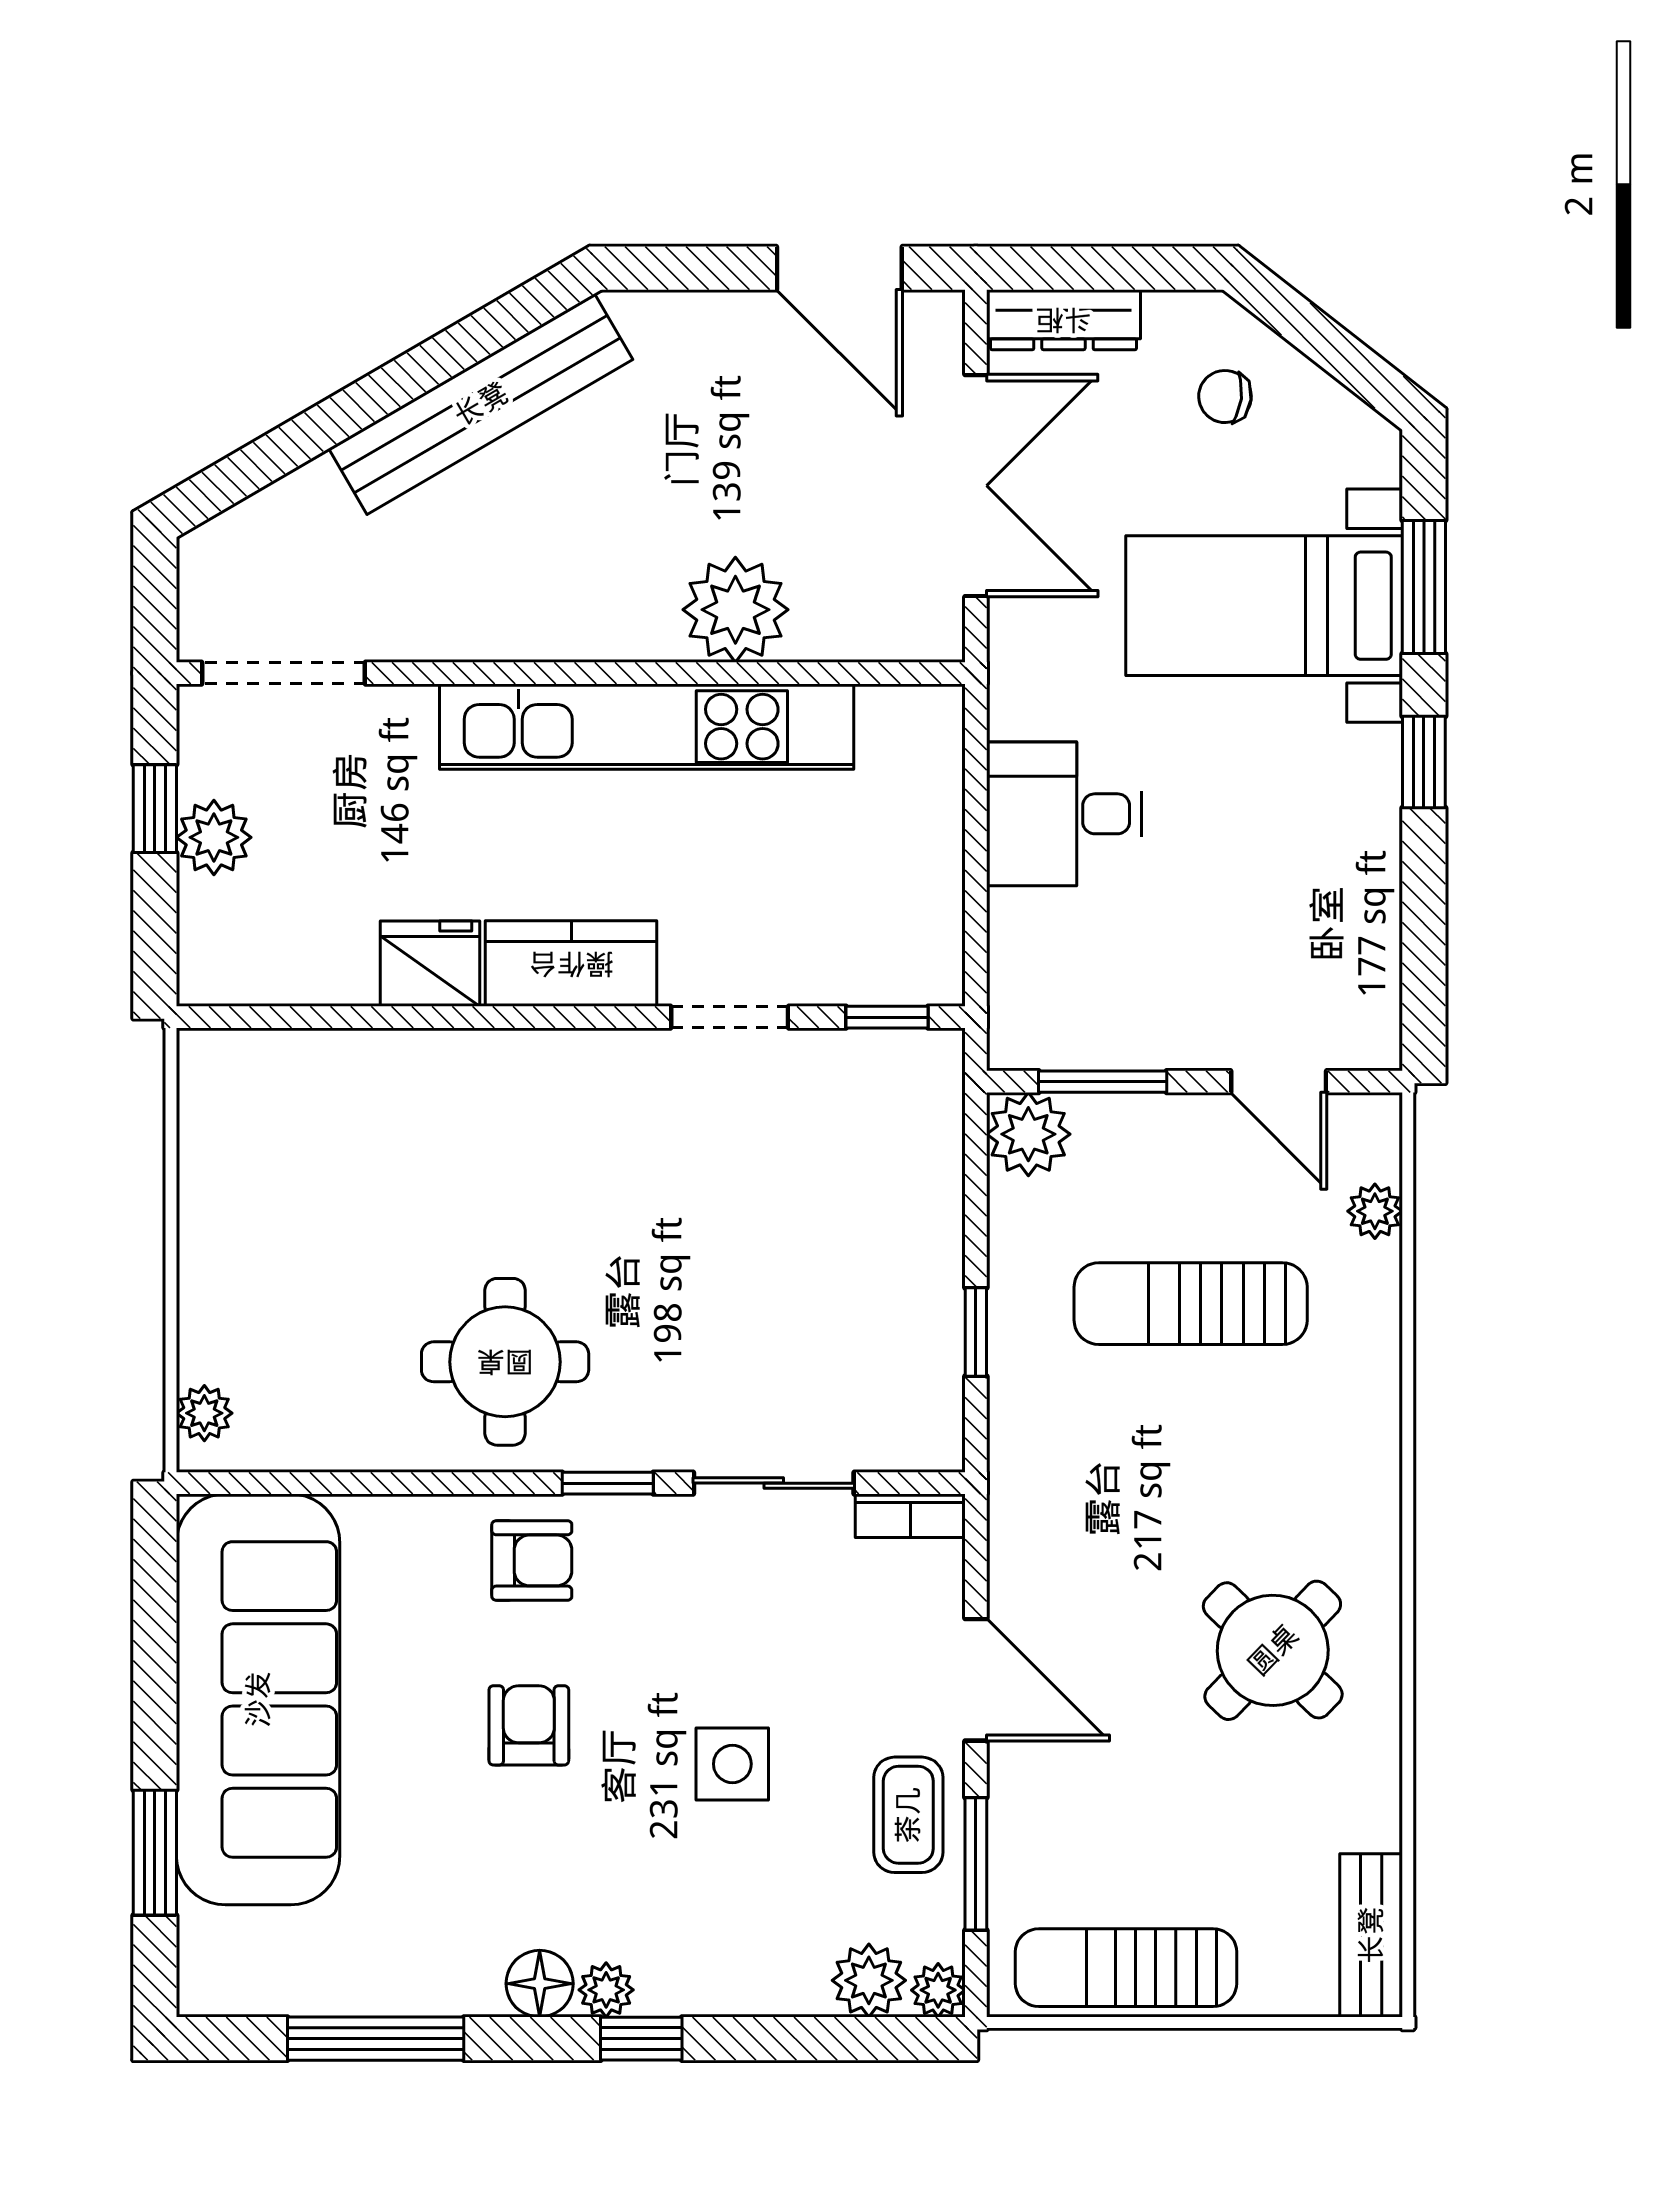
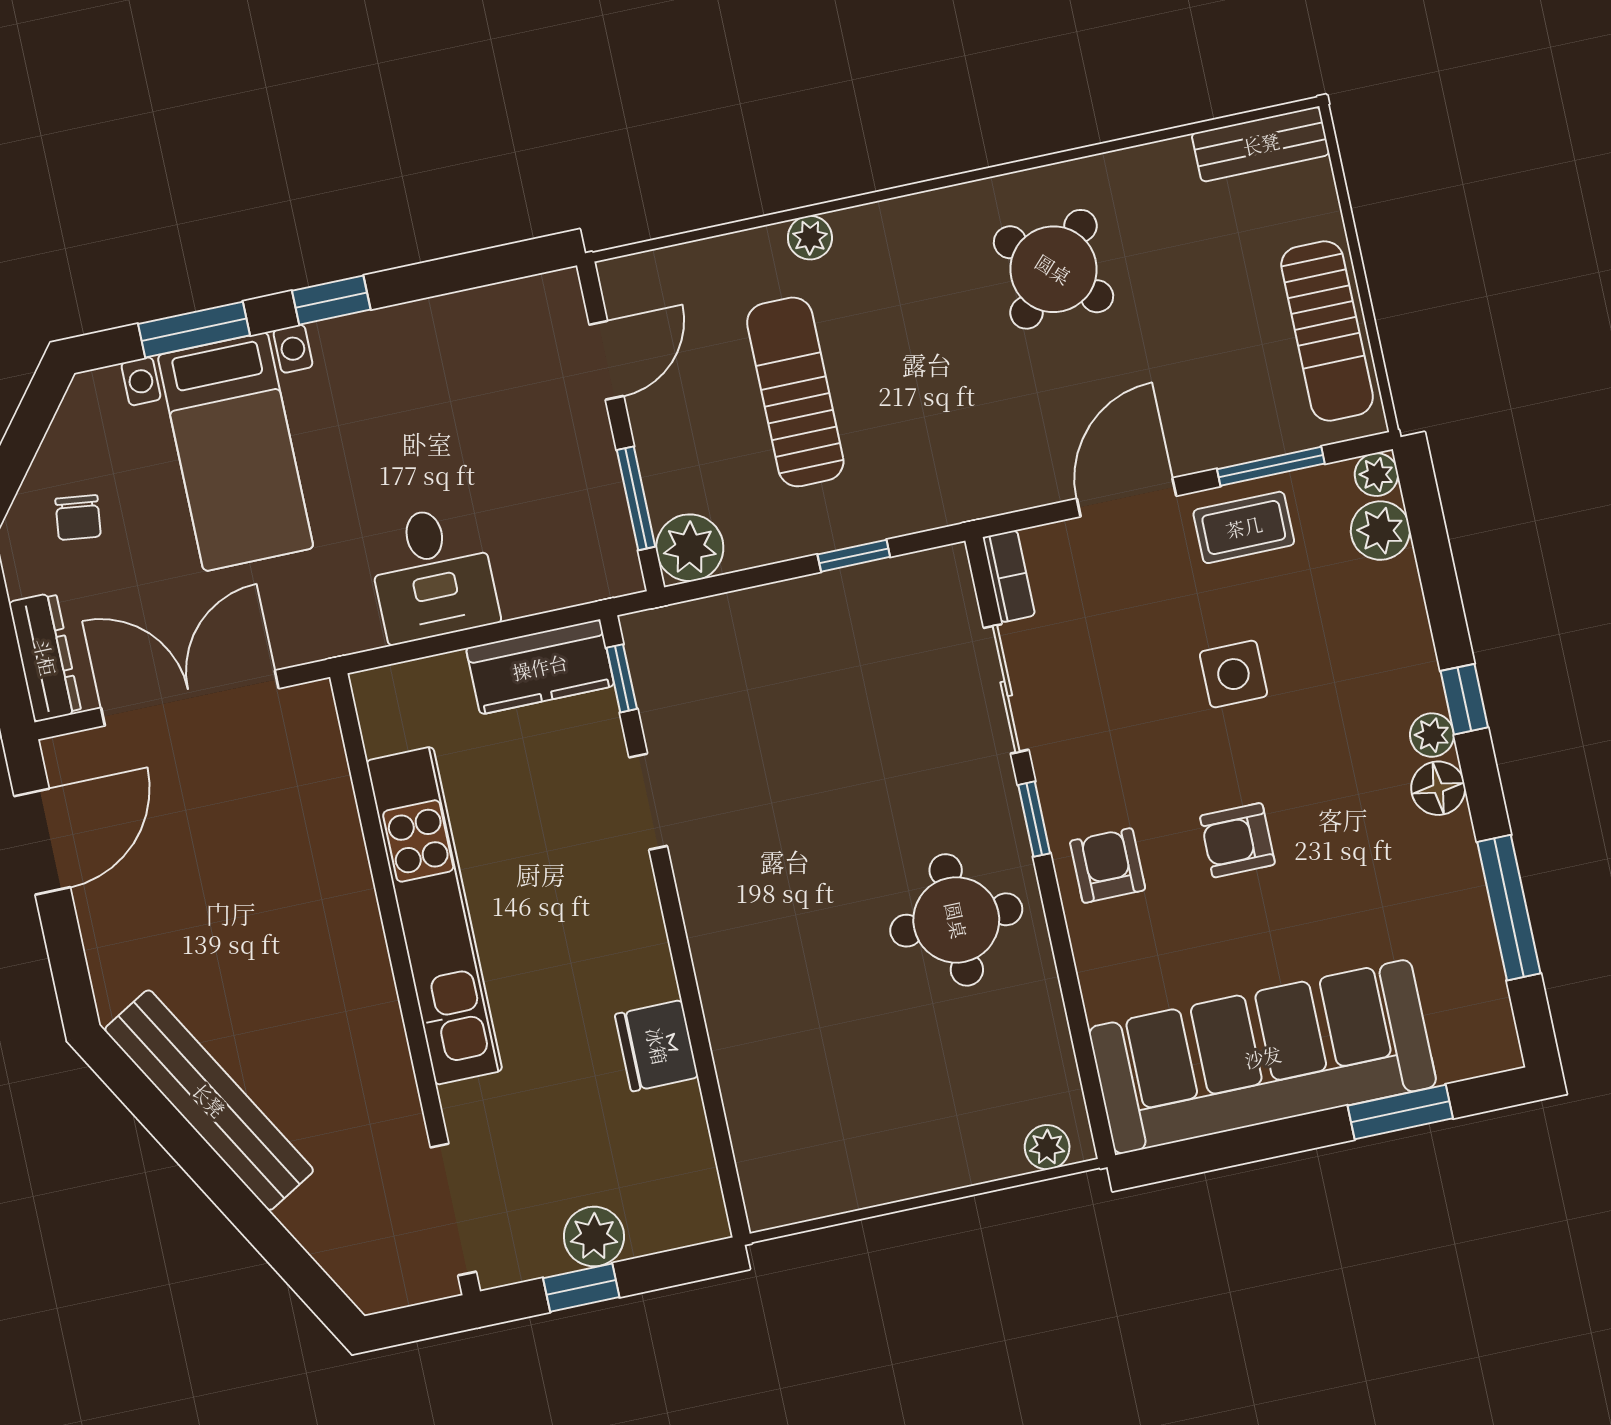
plant: (735, 610) -> (328, 866), removed
kitchen counter: (571, 964) -> (540, 667), moved, turned -90
plant: (1375, 1211) -> (810, 238), moved
sun lounger: (1191, 1304) -> (795, 392), turned 180

